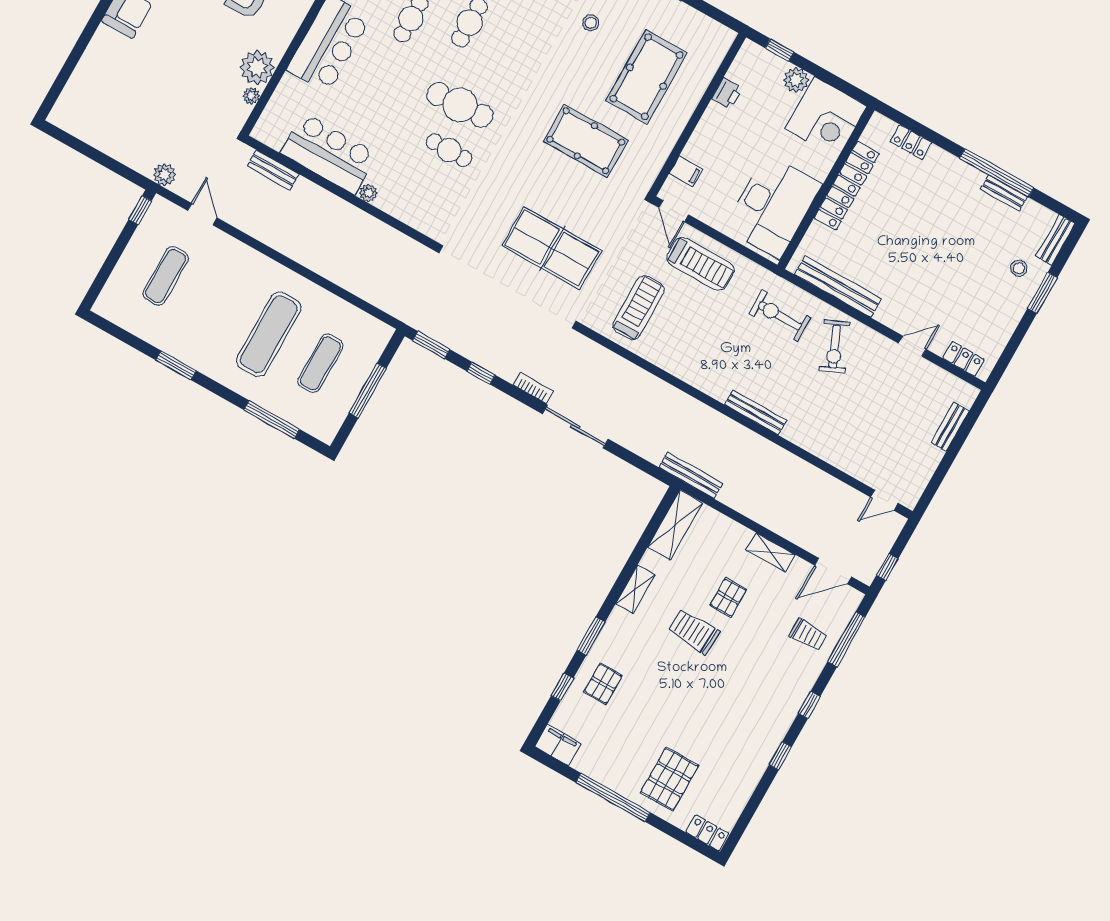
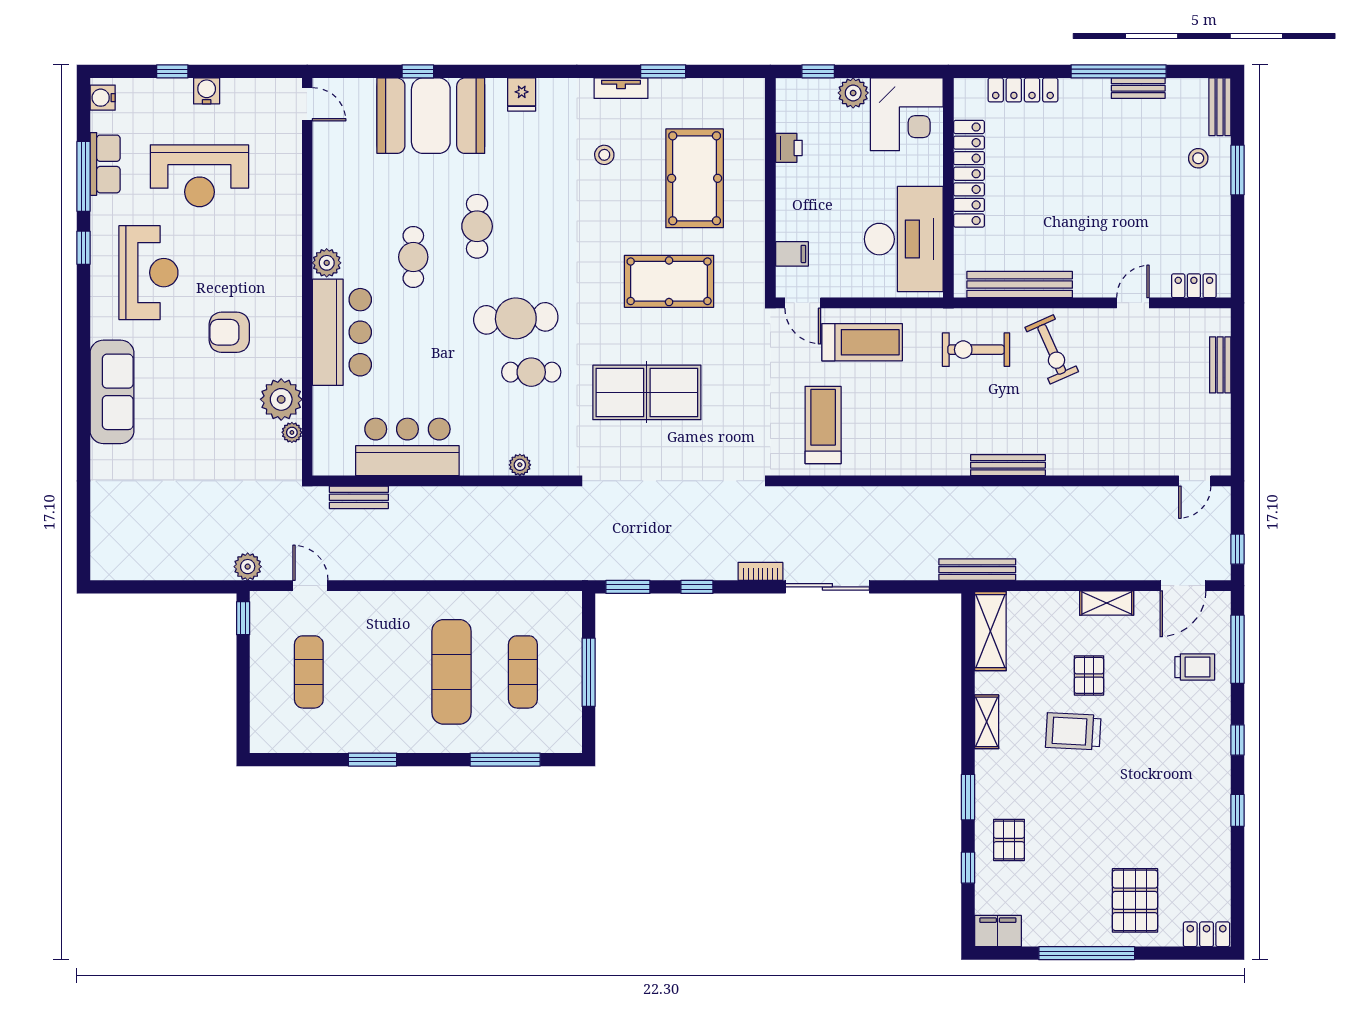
locker: (911, 142) -> (1023, 90), width x1.53
plant: (368, 193) -> (520, 465), moved
table tennis table: (552, 248) -> (647, 392), moved

